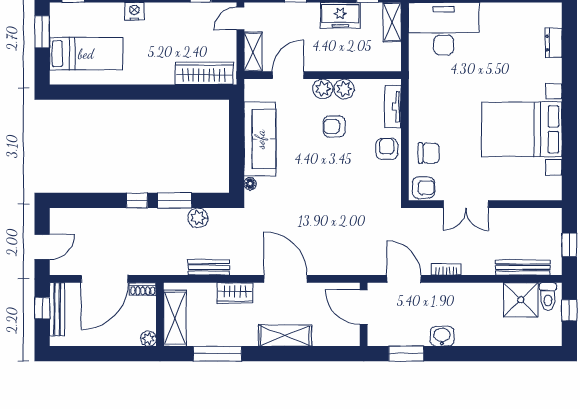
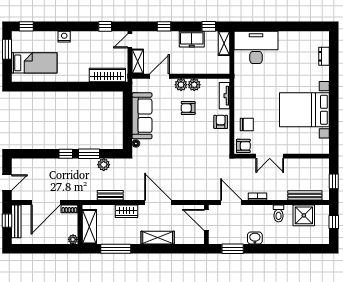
toilet: (548, 297) -> (279, 213), moved

